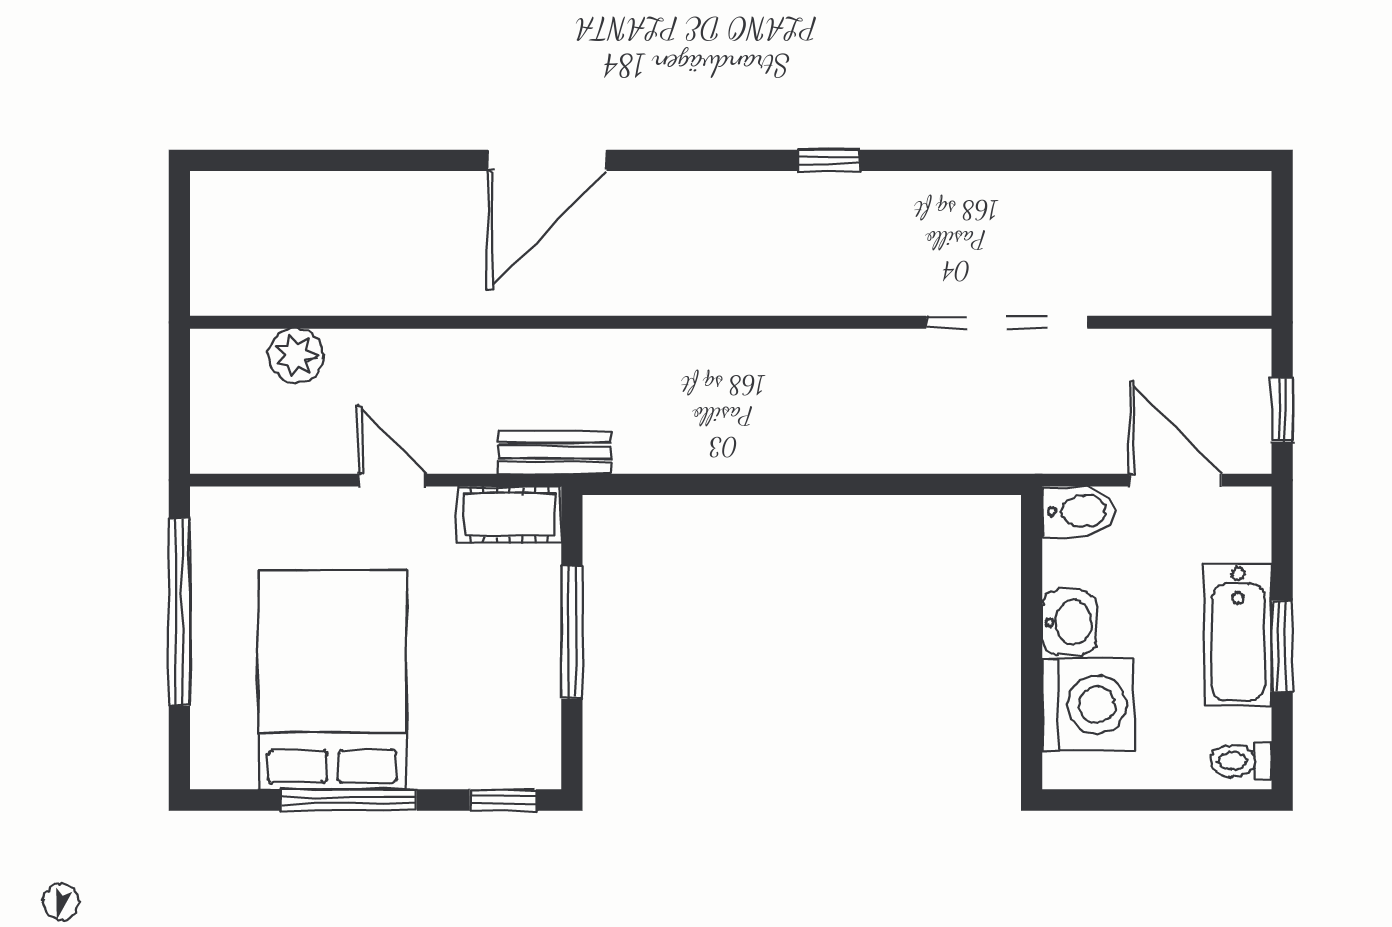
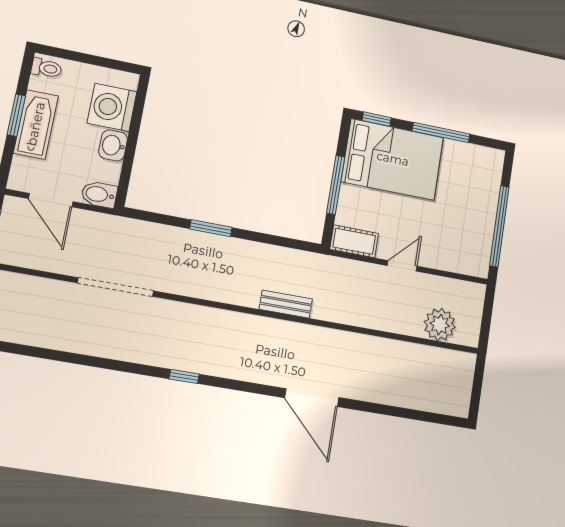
door: (547, 160) -> (312, 398), swing flipped
plant: (296, 356) -> (440, 325), width x1.36, depth x1.36
bench: (555, 452) -> (286, 304), moved
door: (392, 480) -> (402, 266), swing flipped
window: (829, 484) -> (211, 228), added
bed: (332, 680) -> (393, 159), moved, turned -90

